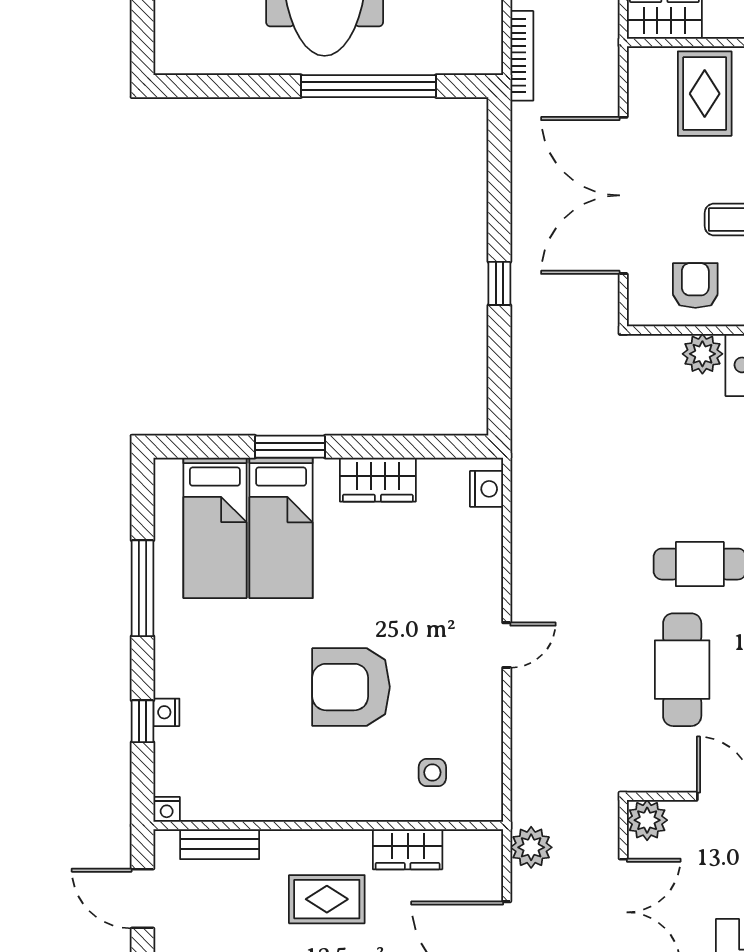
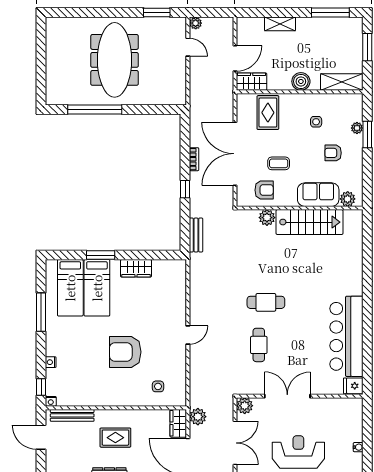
bookcase: (522, 56) -> (194, 159), moved, width x0.64
window: (369, 86) -> (95, 110), moved
armchair: (695, 286) -> (264, 190), turned 90
bench: (527, 397) -> (196, 235), added
nightstand: (487, 489) -> (180, 272), removed
cafe table: (682, 670) -> (259, 345), width x0.73, depth x0.74
window: (142, 721) -> (41, 387), moved
bench: (220, 844) -> (72, 415), width x1.36
wardrobe: (408, 849) -> (178, 423), moved, turned 90

